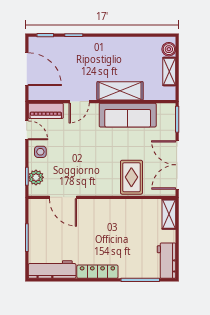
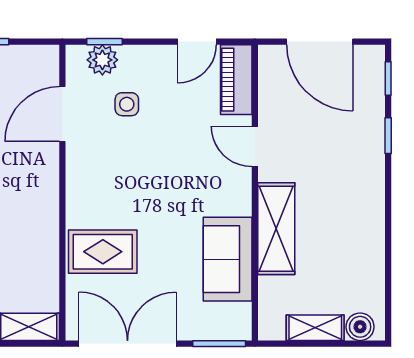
door: (27, 69) -> (320, 42), hinge flipped
sofa: (128, 115) -> (228, 259), width x0.73
side table: (40, 152) -> (127, 104), moved

